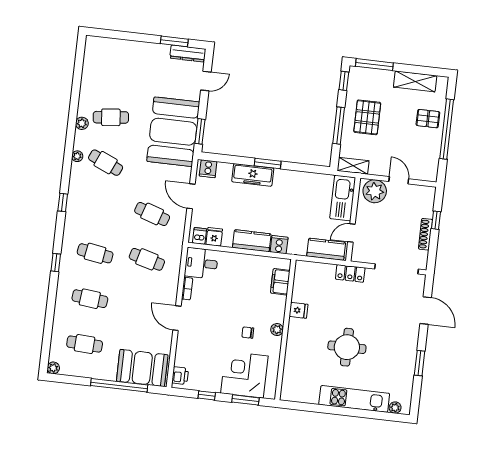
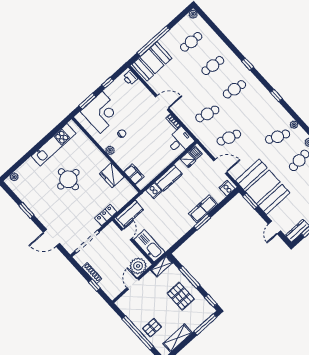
door: (399, 180) -> (133, 284), swing flipped
fridge: (299, 310) -> (112, 175), width x1.88, depth x1.34
kitchen unit: (354, 399) -> (54, 145), moved

